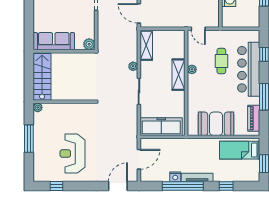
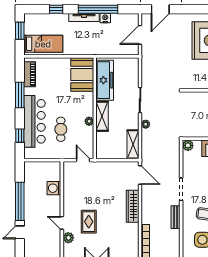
booth: (216, 124) -> (82, 74), moved, turned 90
freezer: (161, 127) -> (105, 80), moved, turned -90

